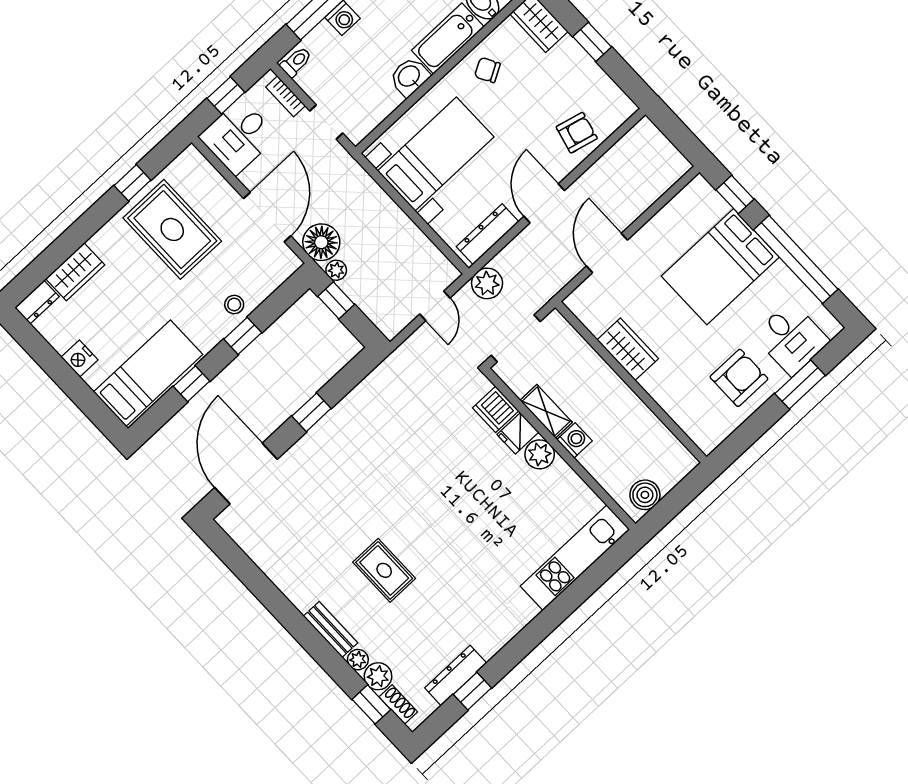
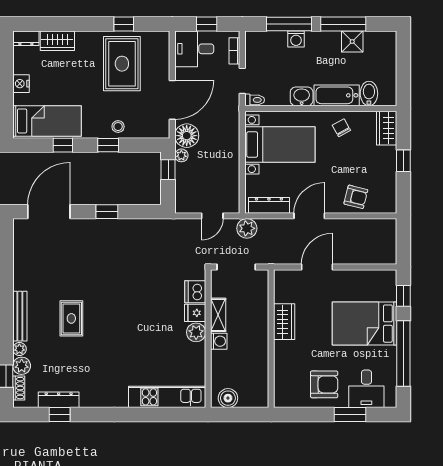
toilet: (296, 62) -> (255, 100), moved
bench: (330, 629) -> (20, 316), width x1.36

